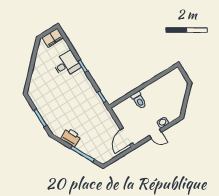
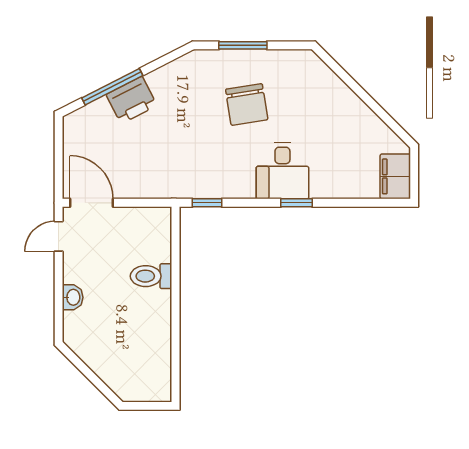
desk: (66, 64) -> (282, 171), moved
chair: (60, 104) -> (247, 104), added
door: (155, 134) -> (59, 236), moved
printer: (71, 137) -> (132, 100), moved

